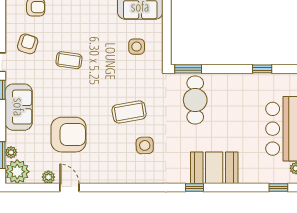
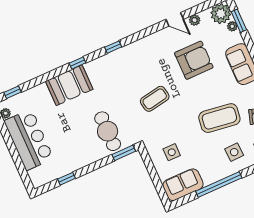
coffee table: (69, 60) -> (219, 118), width x1.86, depth x1.72
armchair: (69, 135) -> (194, 60), turned 180
side table: (145, 145) -> (234, 152), moved
window: (149, 188) -> (113, 47), added

